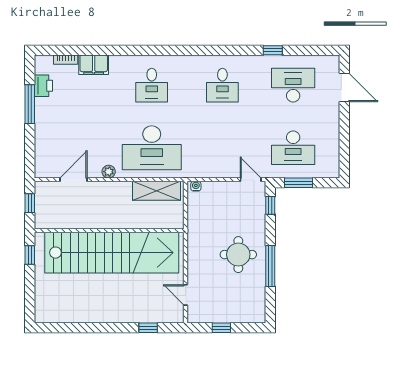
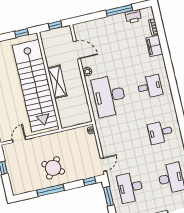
desk: (152, 85) -> (150, 87), turned 180
shelving: (156, 191) -> (57, 82), moved
round table: (238, 255) -> (53, 168), turned 36

